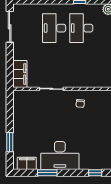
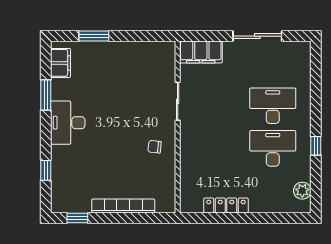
sliding door: (10, 27) -> (257, 36), moved
desk: (60, 155) -> (68, 123), width x0.73, depth x0.77

